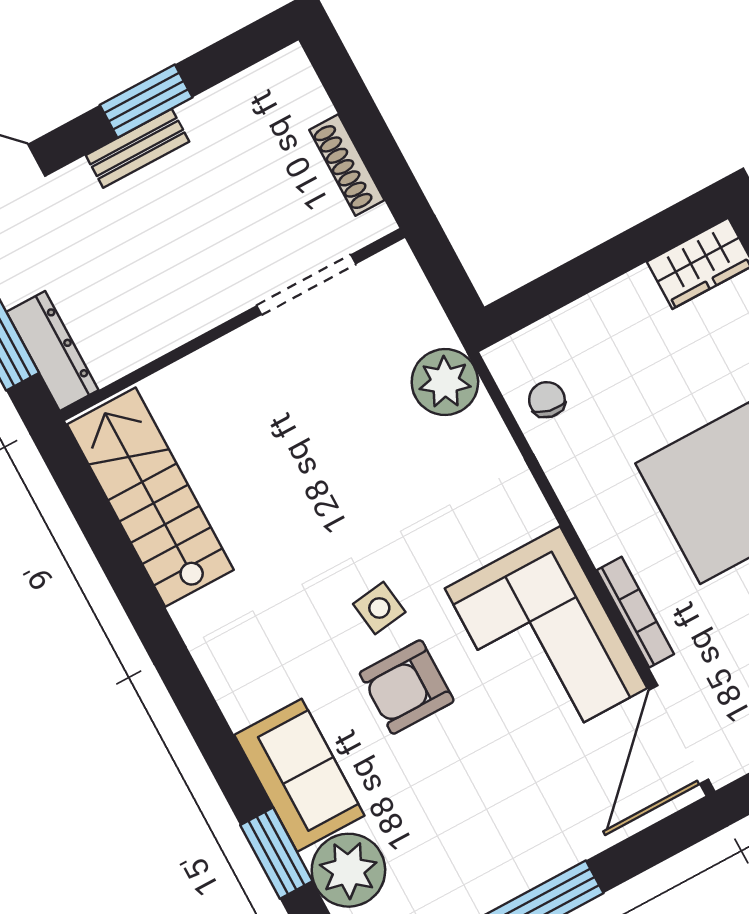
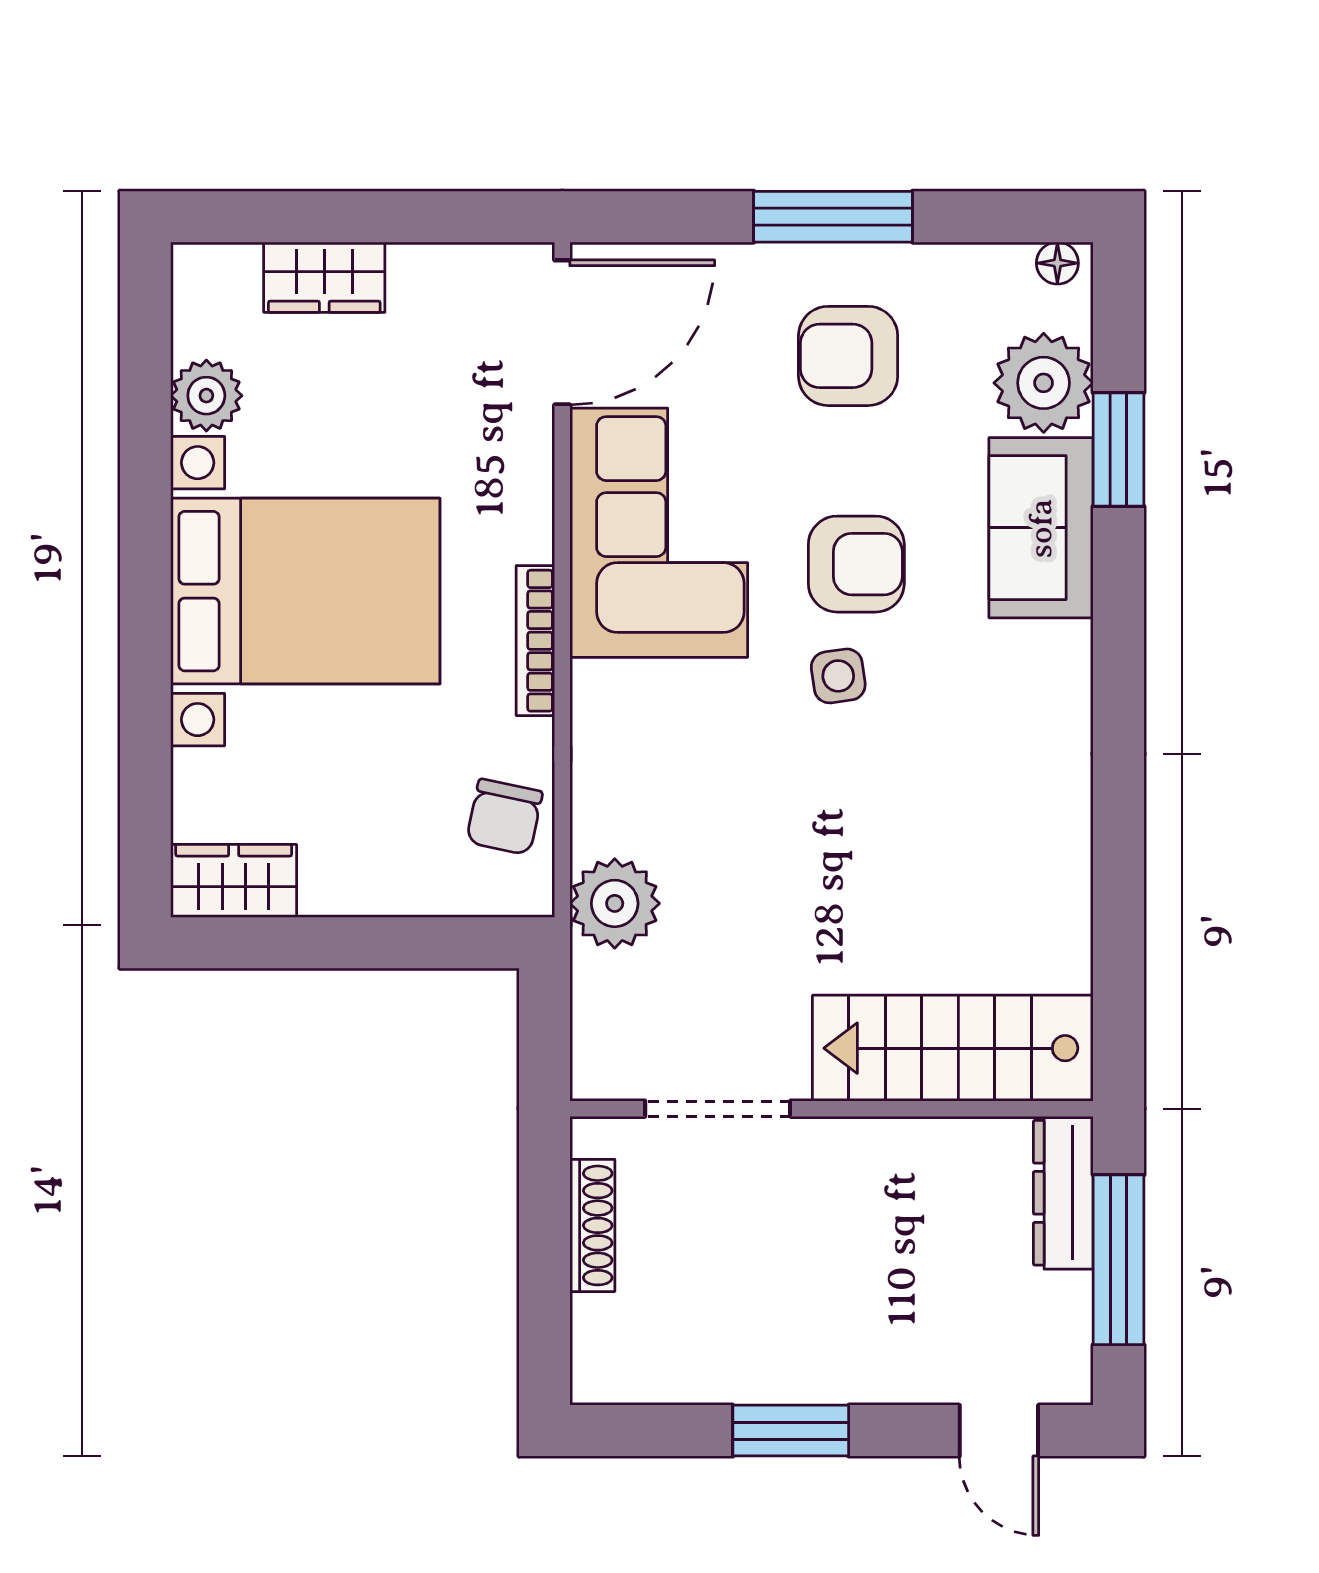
bench: (137, 148) -> (831, 1380), removed
chair: (547, 400) -> (504, 817), width x1.37, depth x1.37
stairs: (150, 497) -> (953, 1048), moved, turned 90
bookcase: (635, 612) -> (535, 641), moved
armchair: (485, 819) -> (848, 356), added

